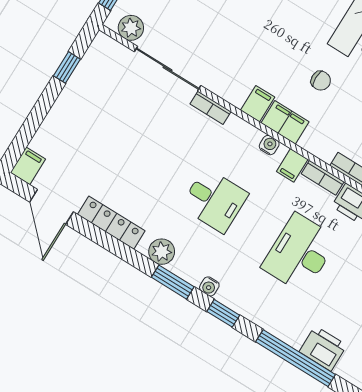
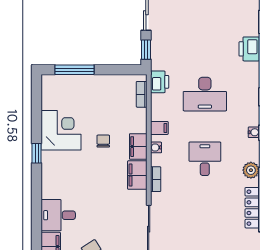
filing cabinet: (258, 104) -> (137, 175), width x2.00
bookcase: (211, 108) -> (156, 179), moved
bookcase: (323, 178) -> (156, 107), removed

